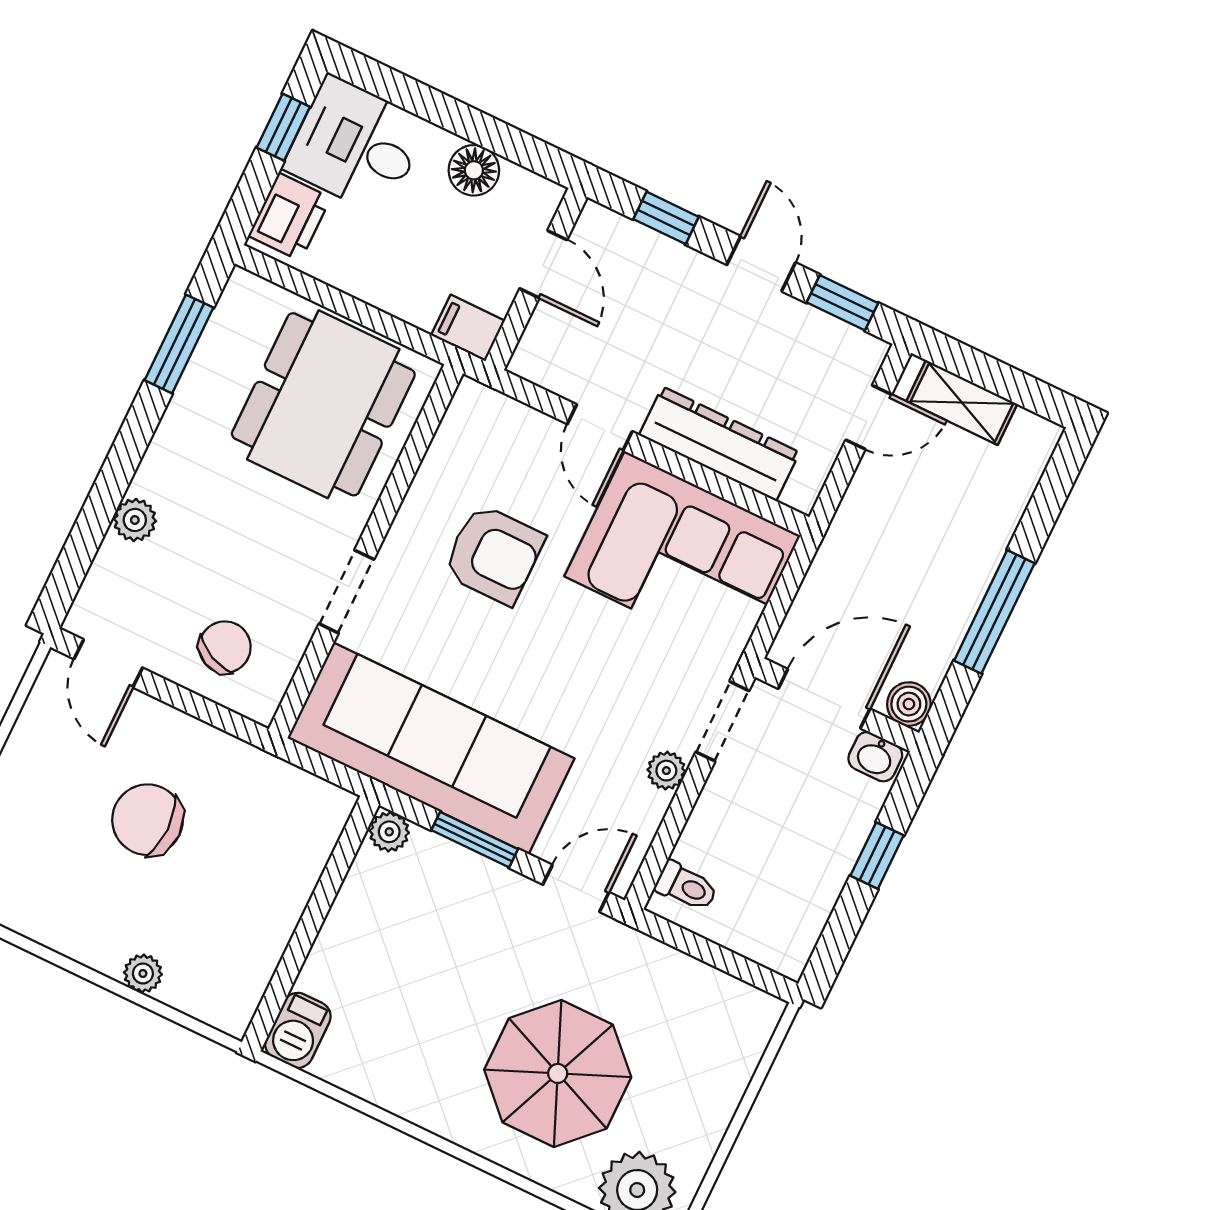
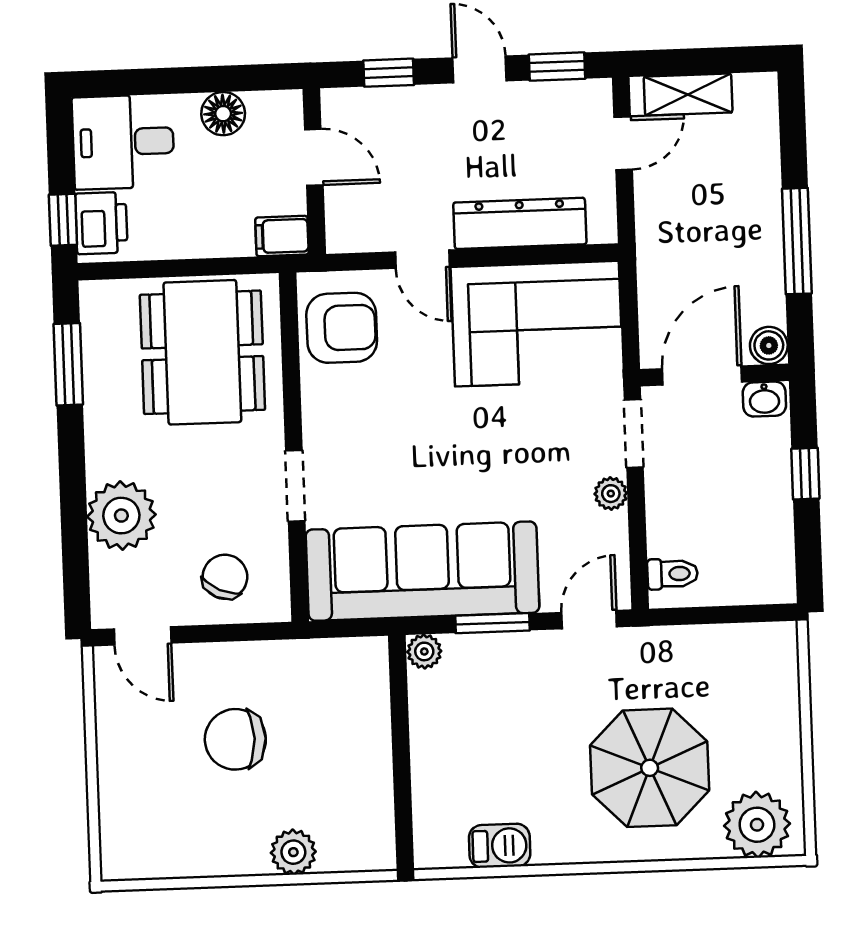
window: (283, 127) -> (63, 220), moved
plant: (135, 520) -> (121, 516), width x1.88, depth x1.88
armchair: (494, 554) -> (342, 328), moved
plant: (143, 973) -> (293, 852), width x1.38, depth x1.38
barbecue: (298, 1030) -> (500, 846), moved, turned -90

